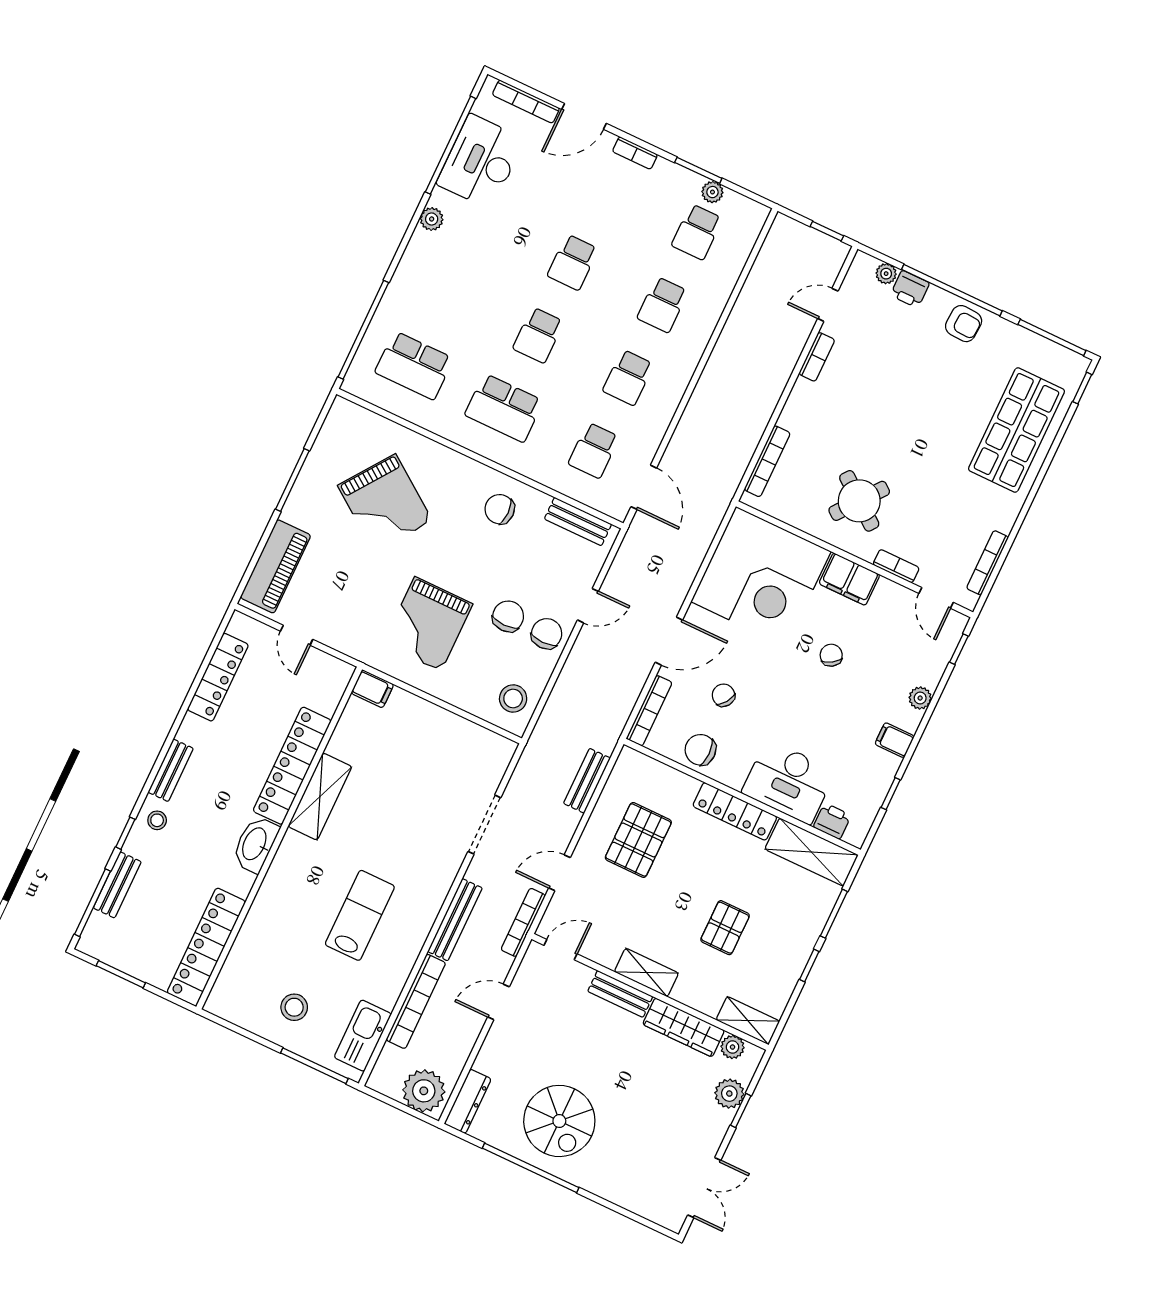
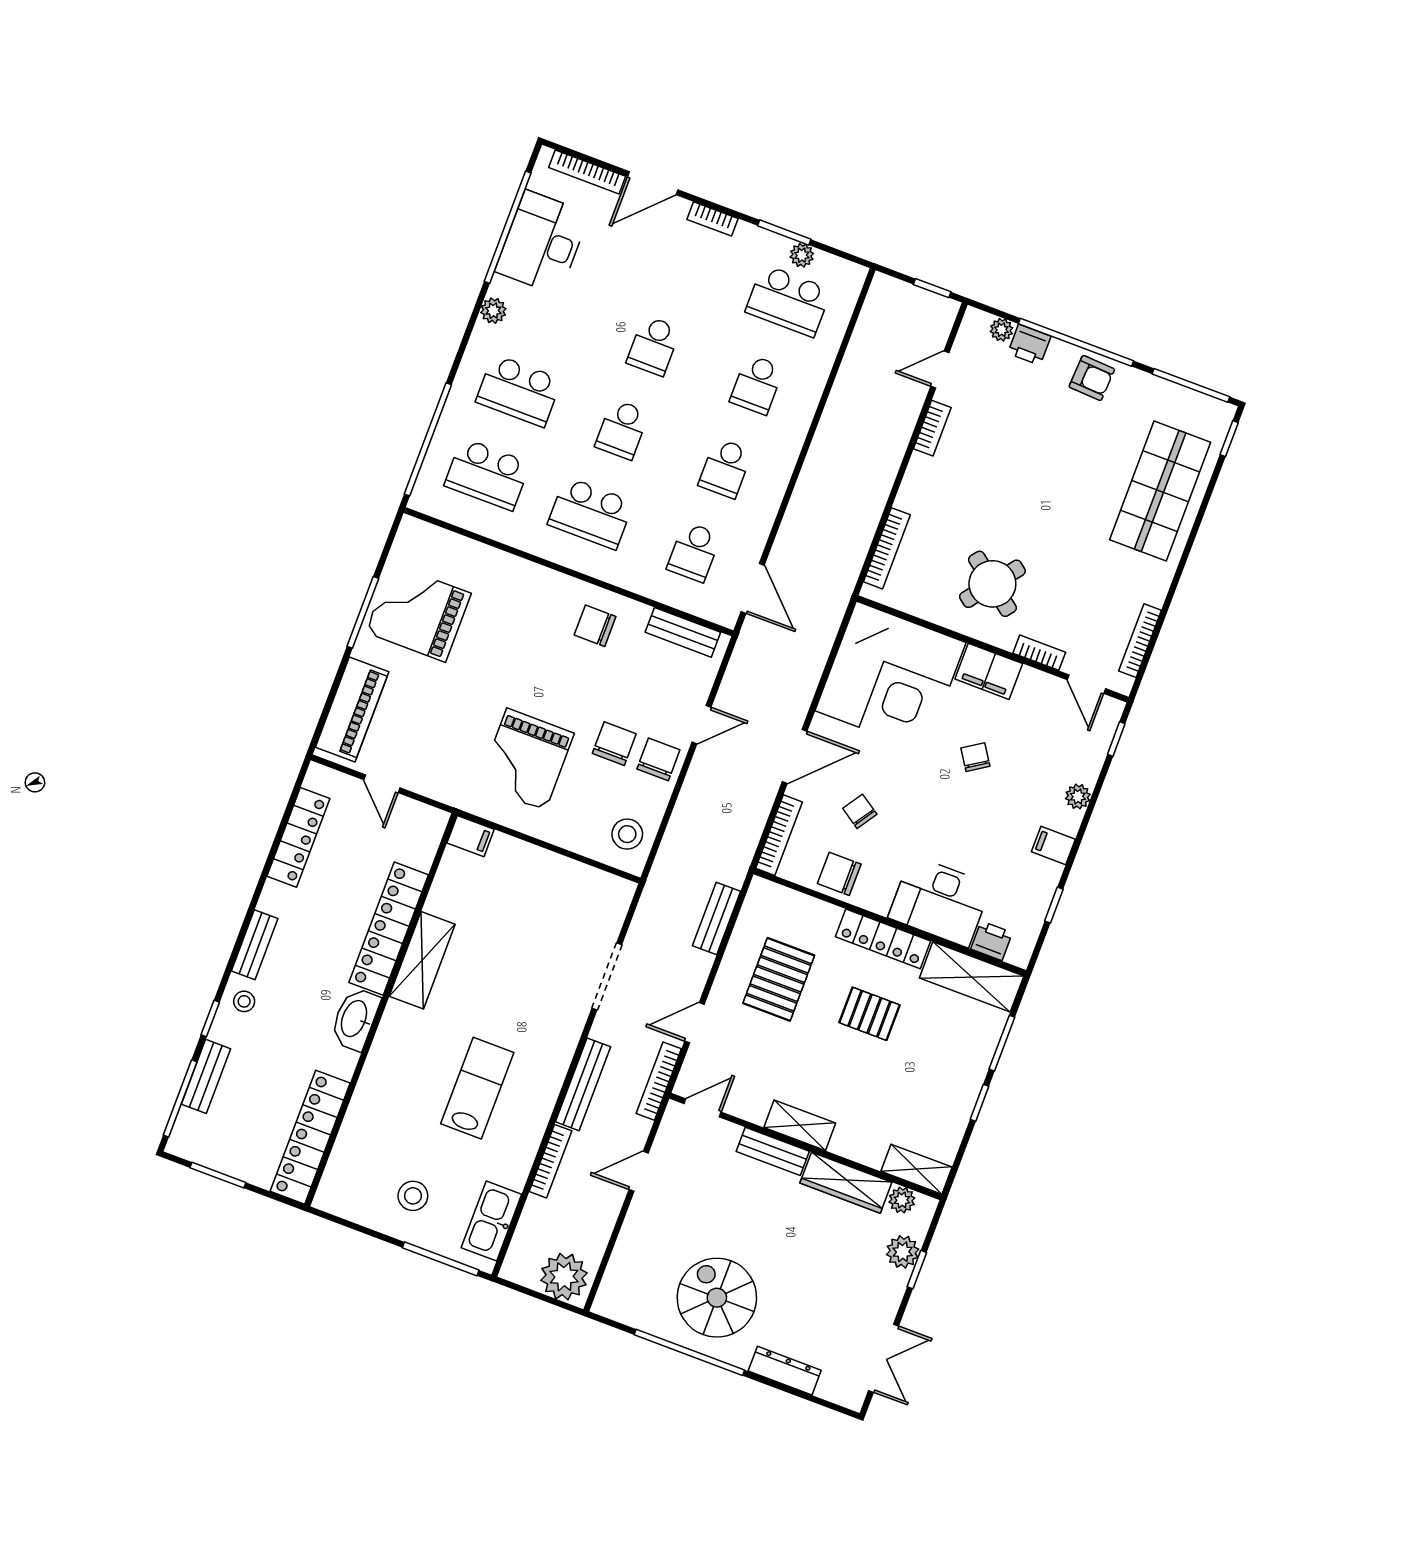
school desk: (697, 232) -> (788, 301), width x1.85
school desk: (449, 293) -> (519, 391), added
grand piano: (385, 503) -> (418, 613), moved, turned 144
pallet: (725, 928) -> (870, 1014), moved, turned 90
bookcase: (416, 1001) -> (550, 1161), width x0.68, depth x0.76
dresser: (468, 1101) -> (785, 1371), moved, turned -90
spiral stairs: (559, 1121) -> (717, 1298), turned 180

